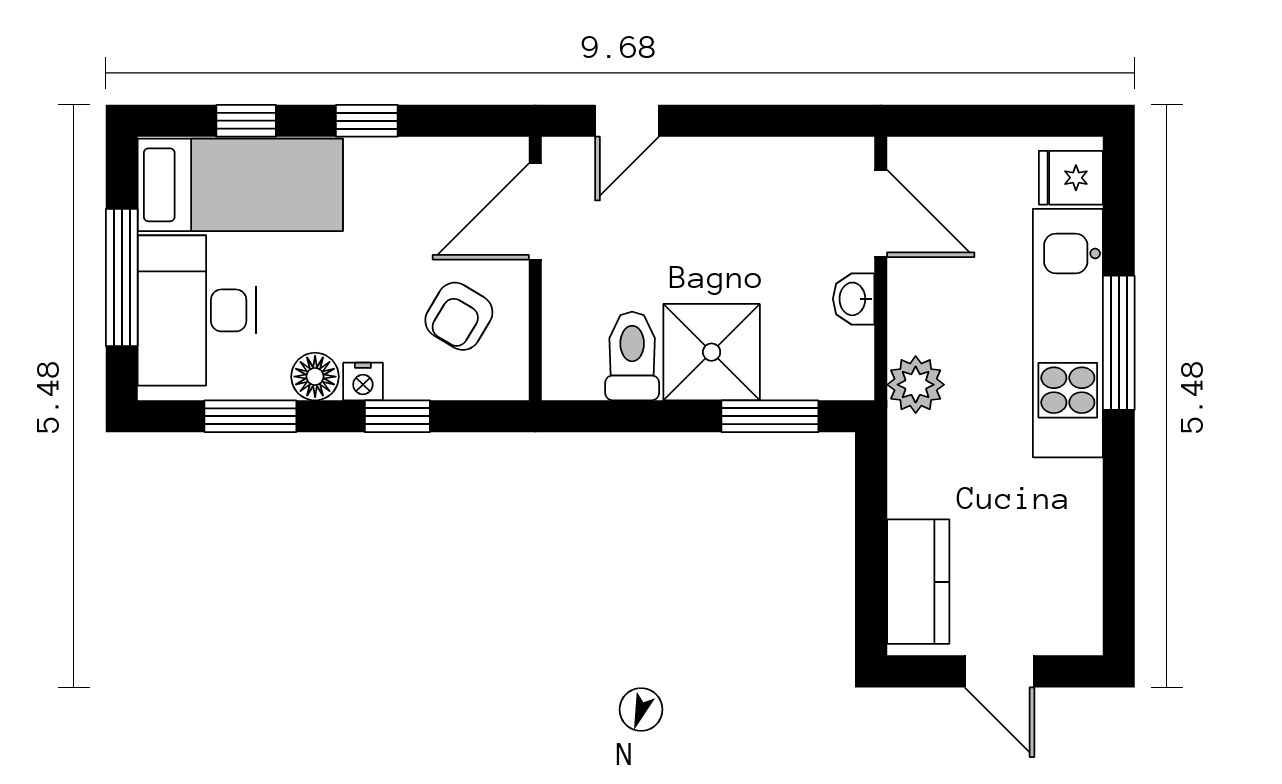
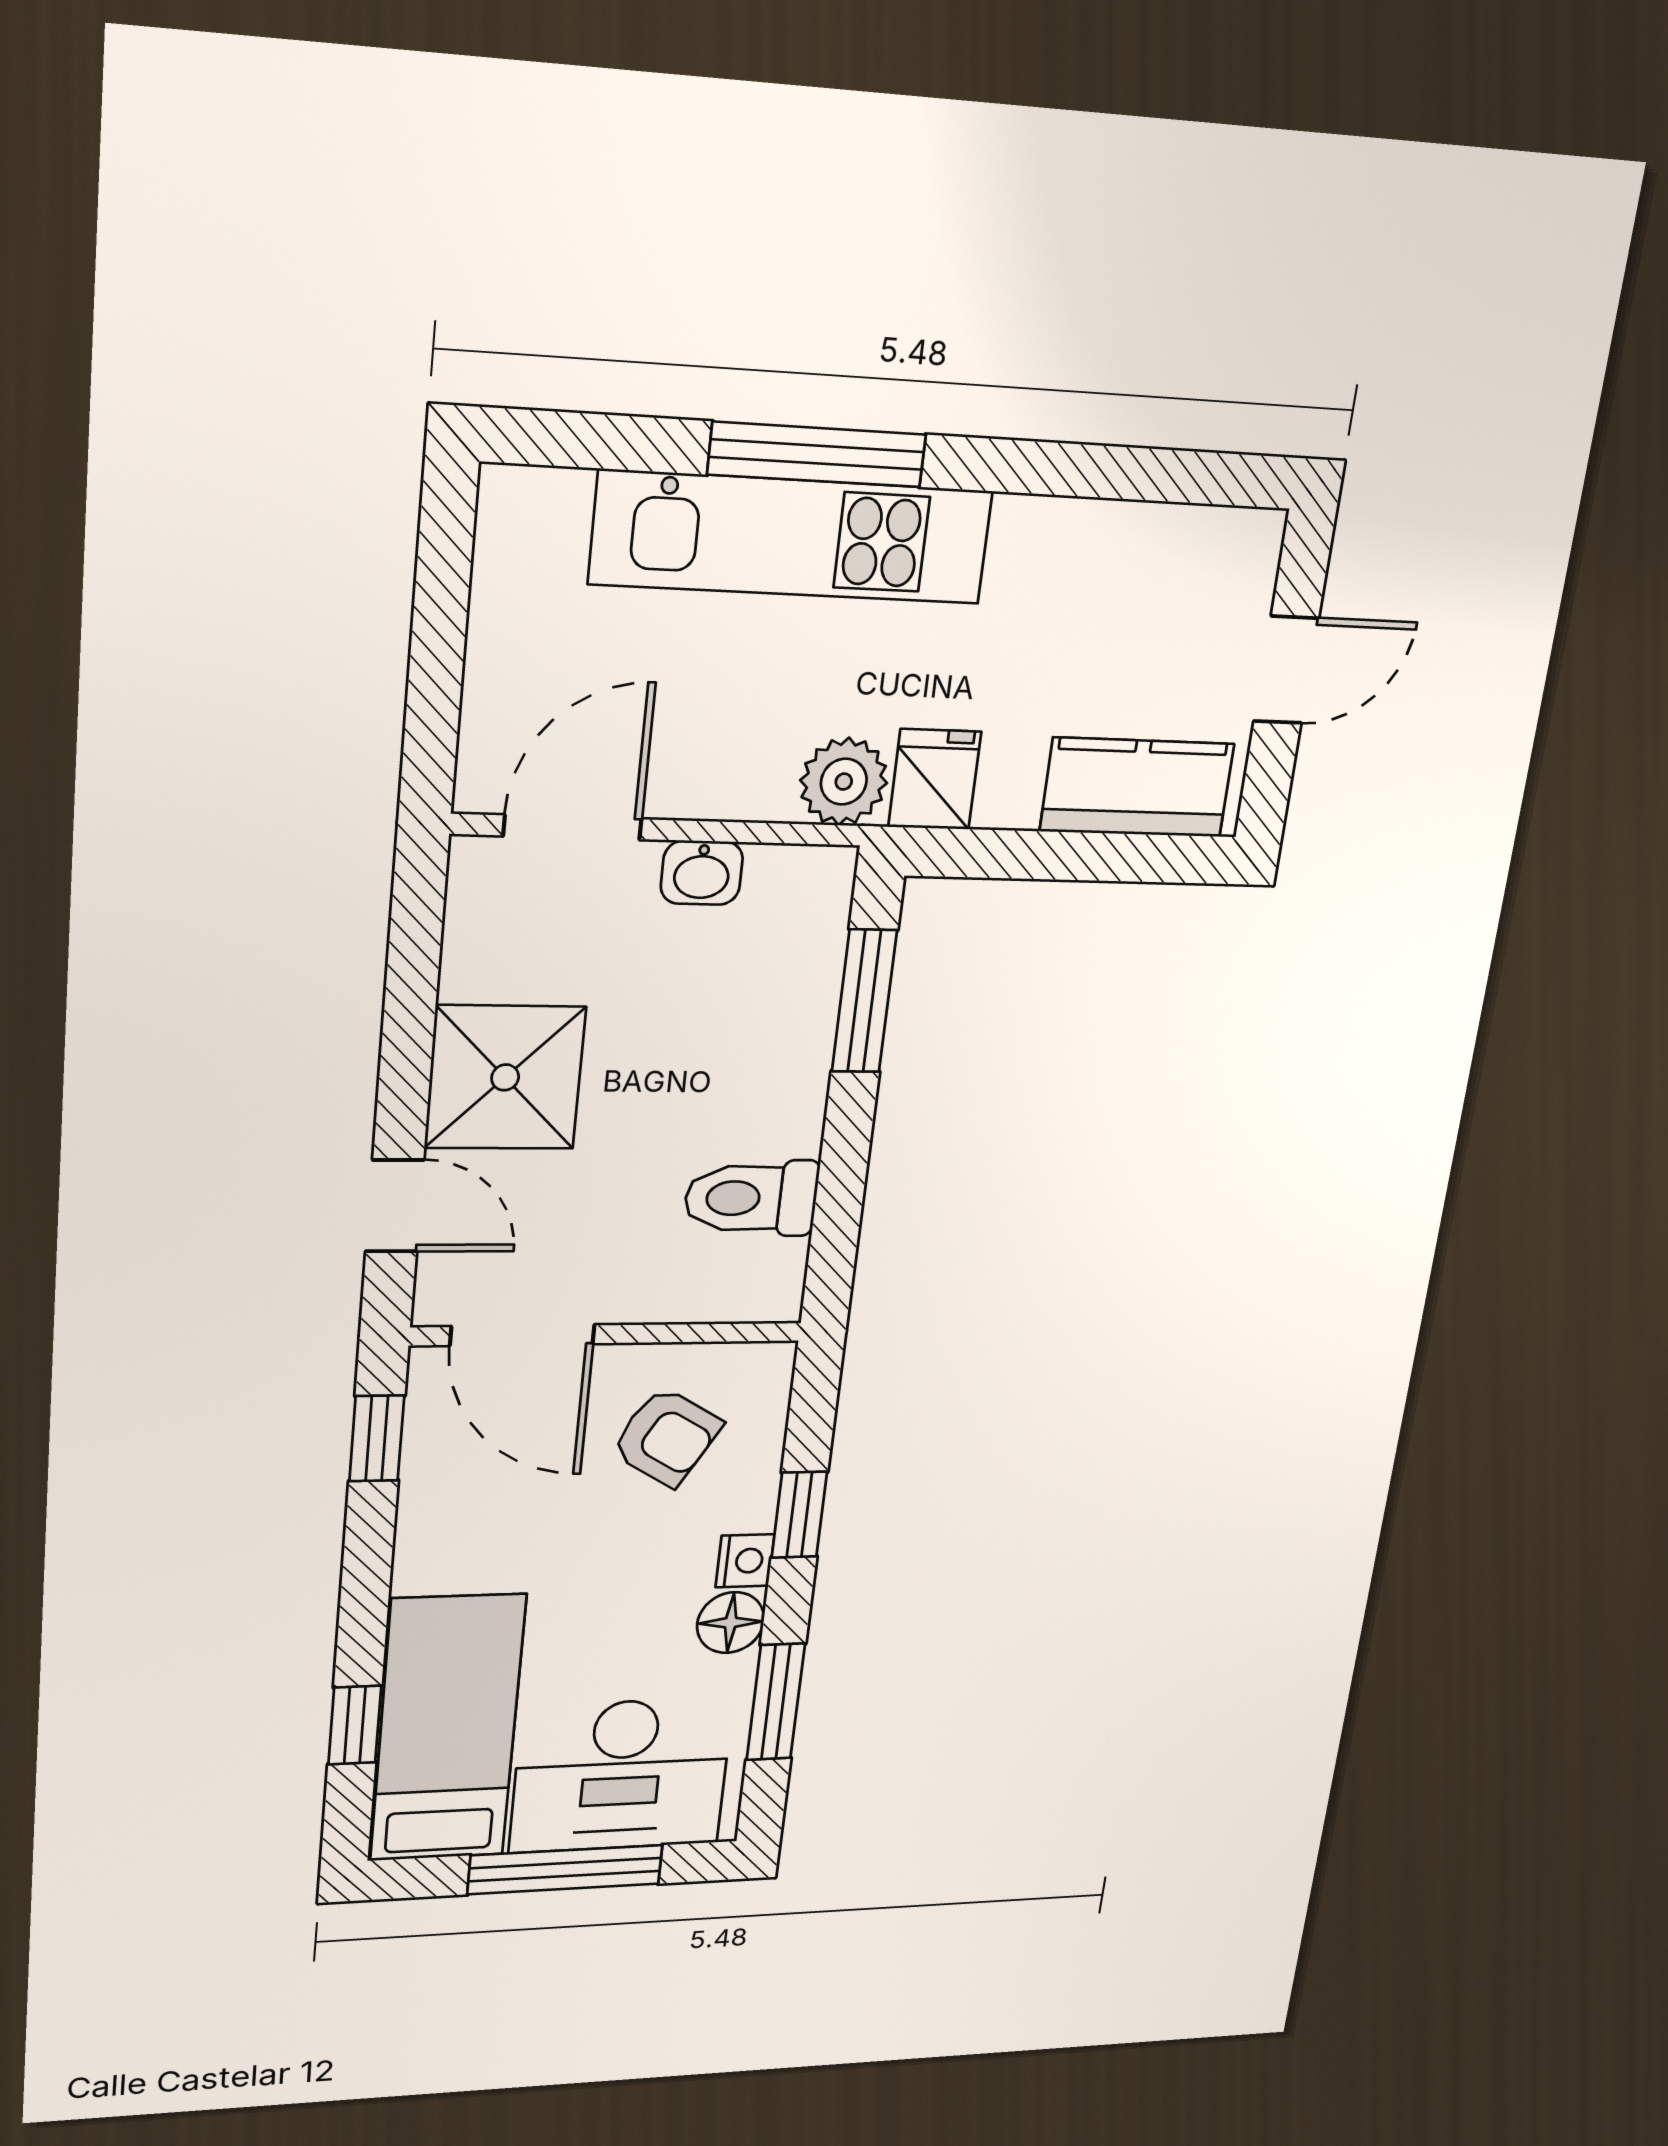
window: (367, 121) -> (377, 1438), moved
fridge: (1071, 178) -> (935, 779), moved, turned 180
shower: (712, 352) -> (505, 1077), moved

